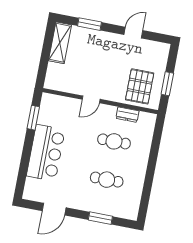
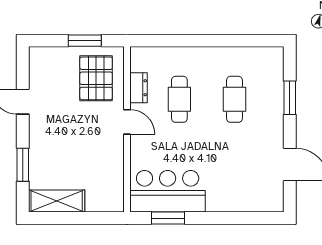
pallet: (140, 86) -> (96, 78), turned 90
door: (91, 99) -> (127, 122), moved
bar counter: (46, 153) -> (168, 191), moved

